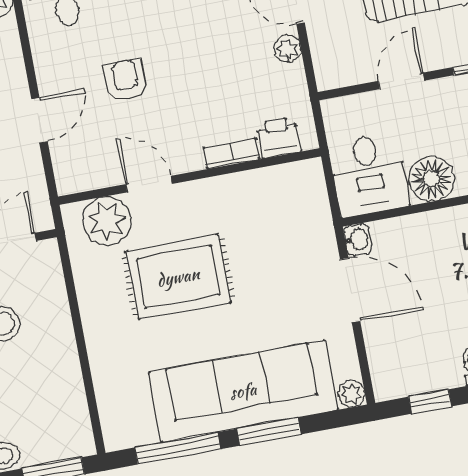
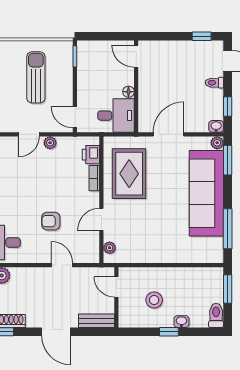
door: (401, 81) -> (75, 117), moved
floor lamp: (431, 179) -> (128, 92), width x0.53, depth x0.53
plant: (107, 221) -> (110, 248), width x0.53, depth x0.53
washbasin: (358, 240) -> (216, 126), moved
rug: (178, 277) -> (129, 174), moved
window: (269, 431) -> (228, 160), moved

